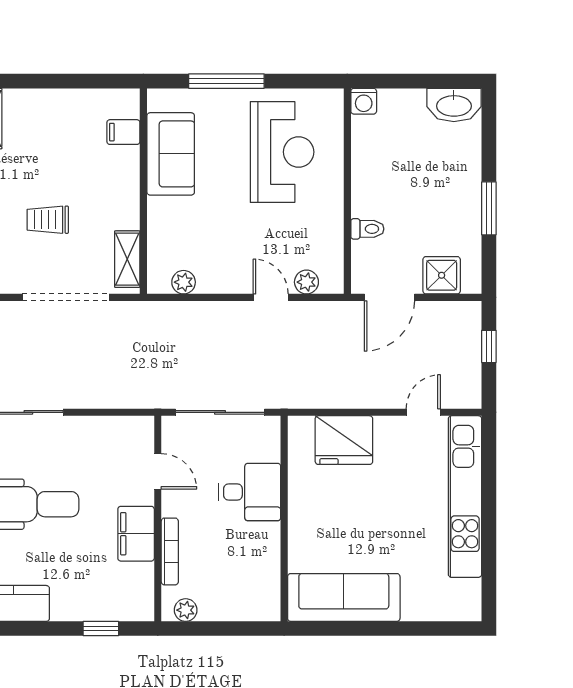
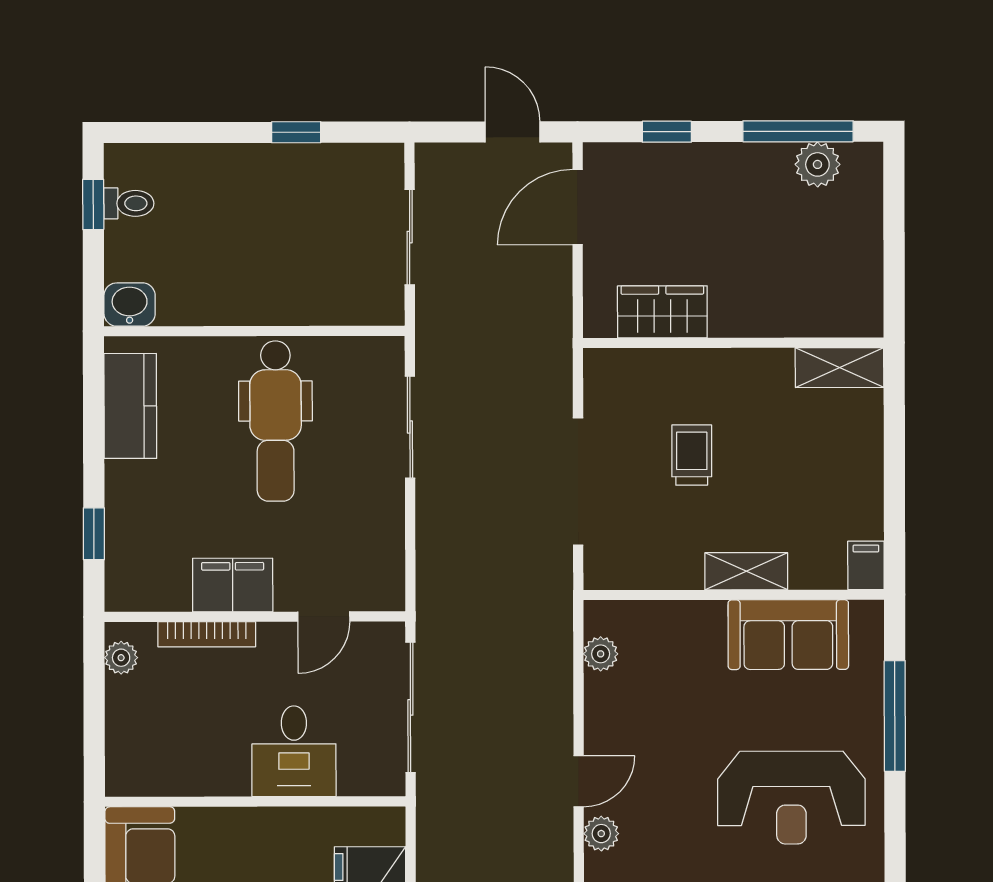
filing cabinet: (123, 132) -> (866, 565), moved
shelving: (127, 259) -> (746, 571), moved

